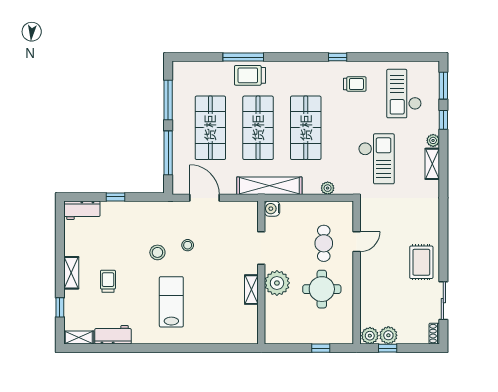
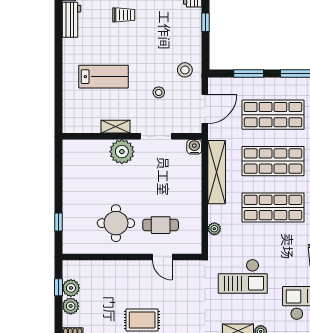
window: (168, 153) -> (249, 74), width x0.69
water cooler: (272, 209) -> (194, 147), moved
doorway: (261, 248) -> (156, 136), moved
stool: (157, 252) -> (185, 70), moved
wall: (261, 273) -> (132, 136), moved
plant: (277, 283) -> (122, 152), moved
shelving: (251, 290) -> (115, 127), moved
plant: (370, 336) -> (71, 306), moved

